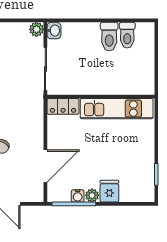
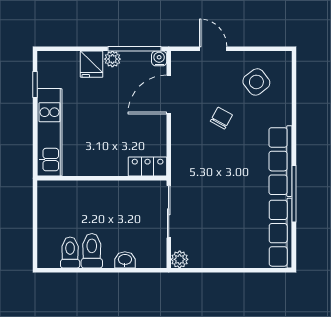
washbasin: (54, 31) -> (125, 260), moved, turned 90
kitchen unit: (117, 109) -> (50, 132), moved, turned 90
water cooler: (78, 196) -> (159, 58), moved

